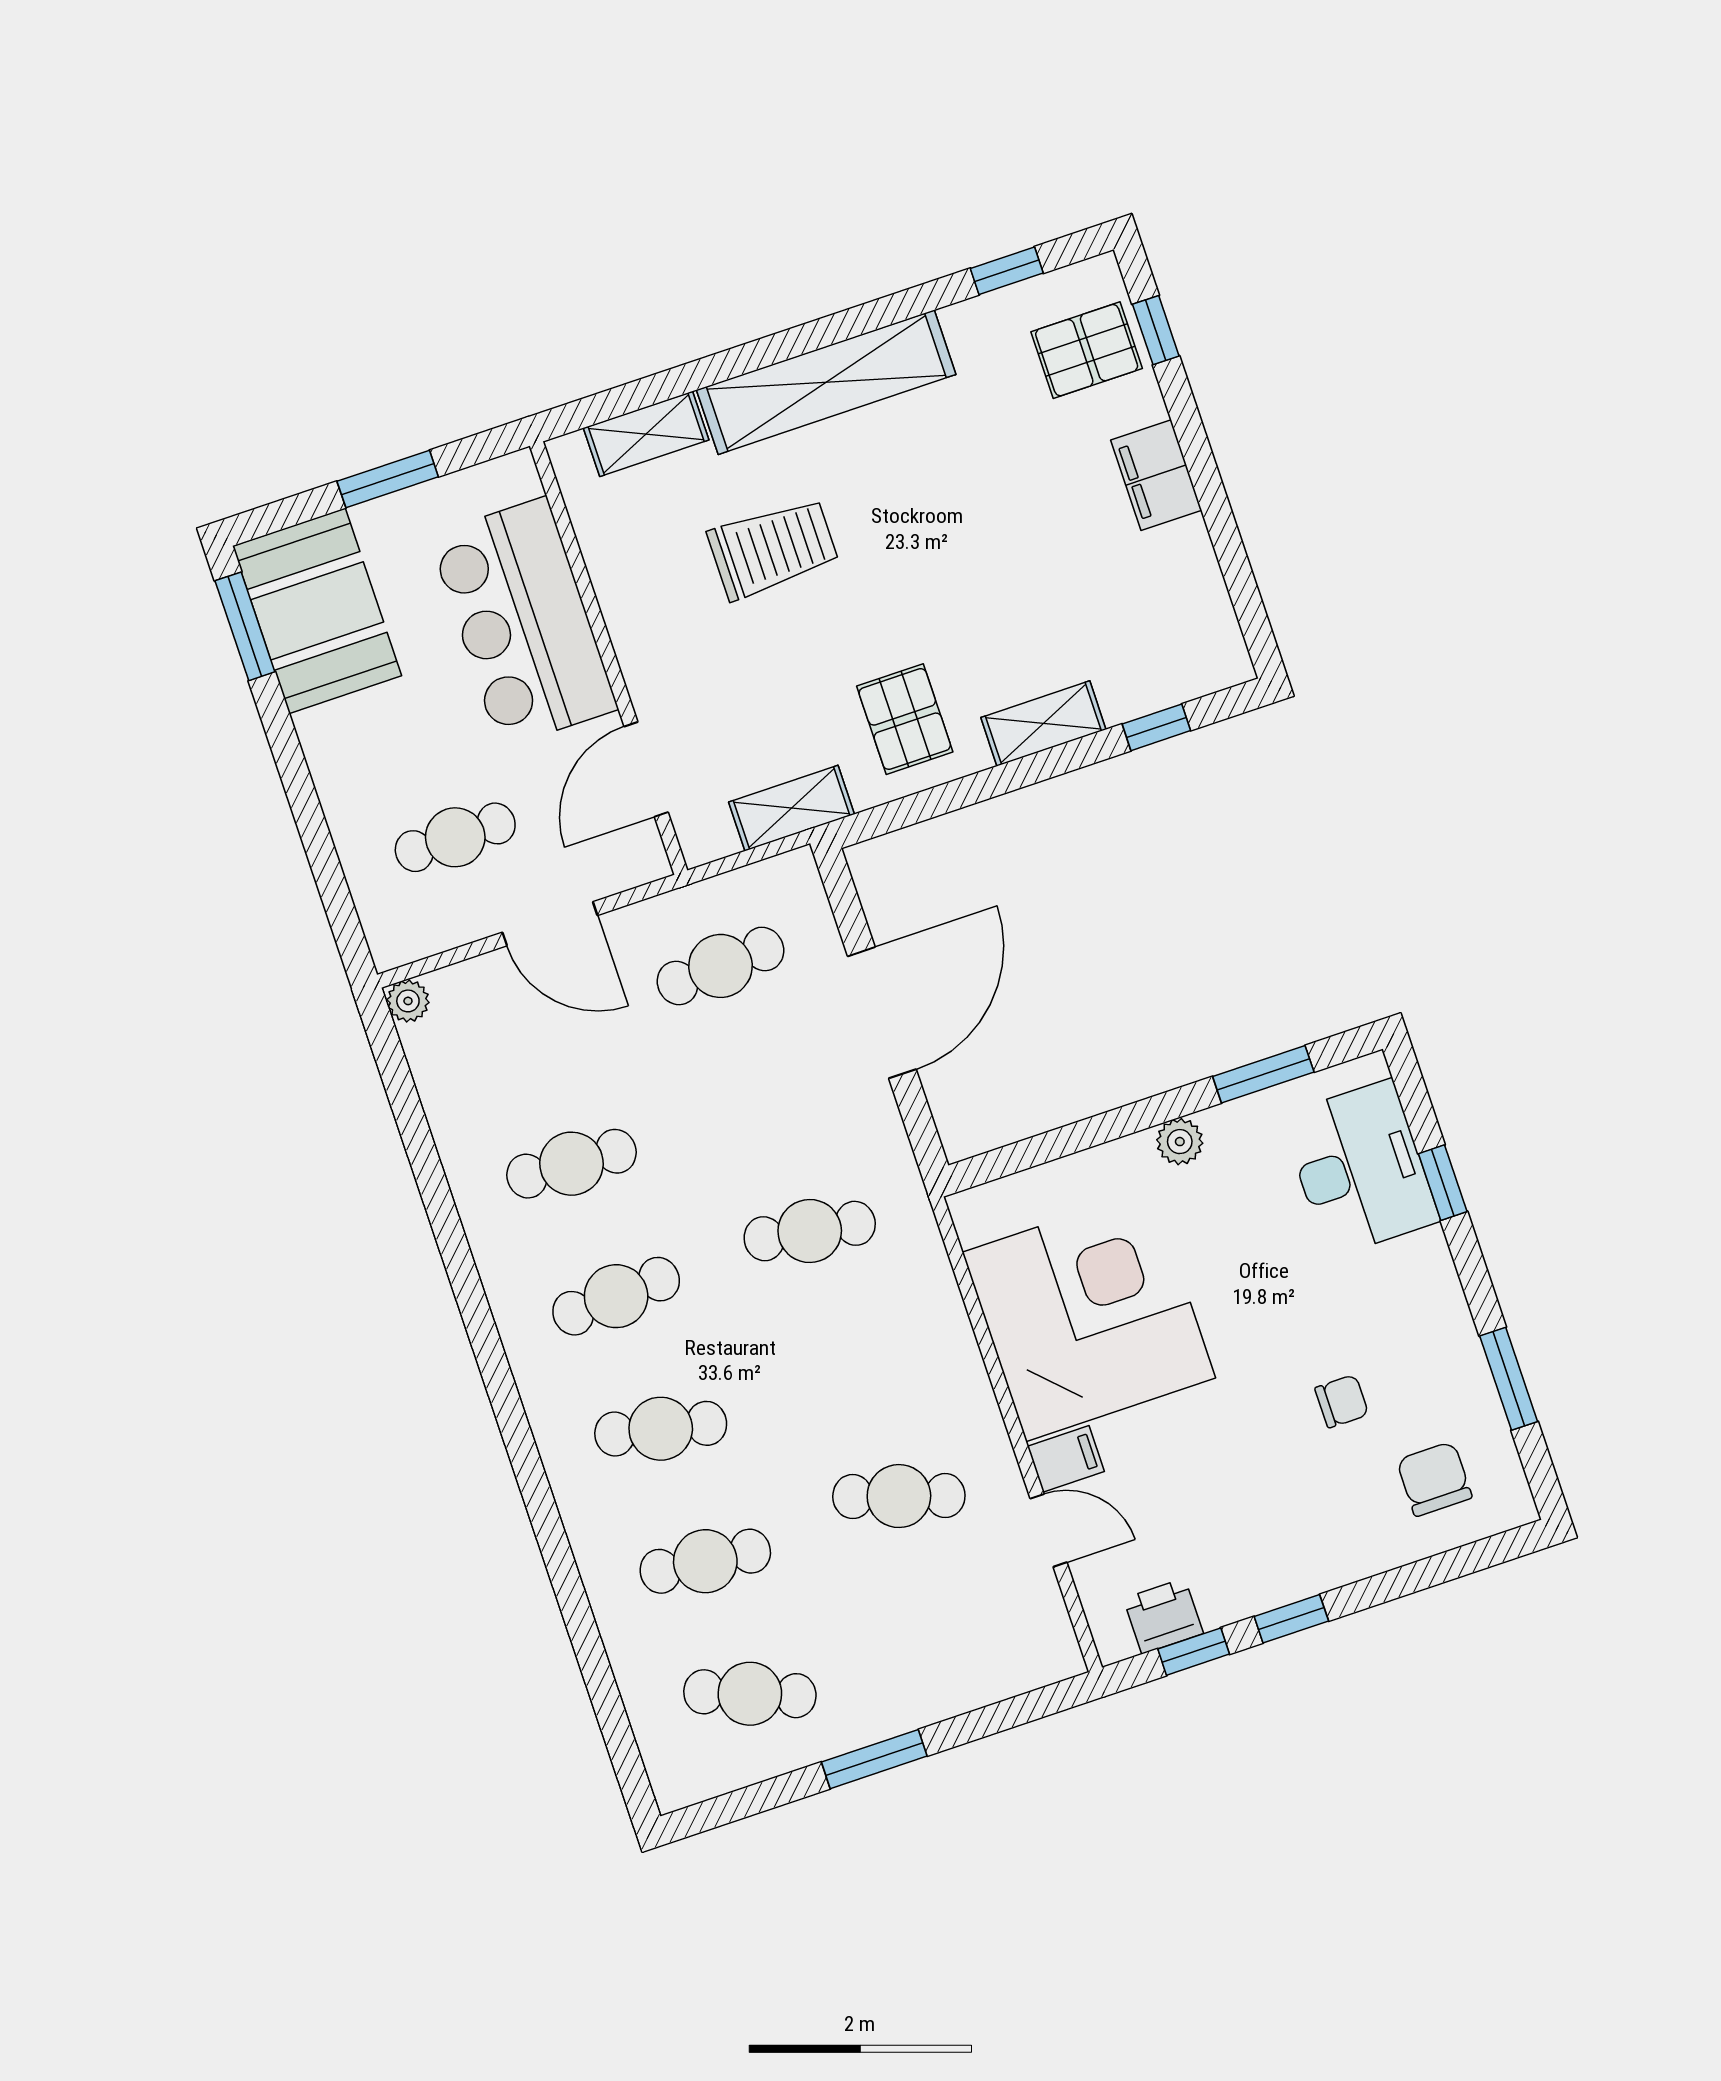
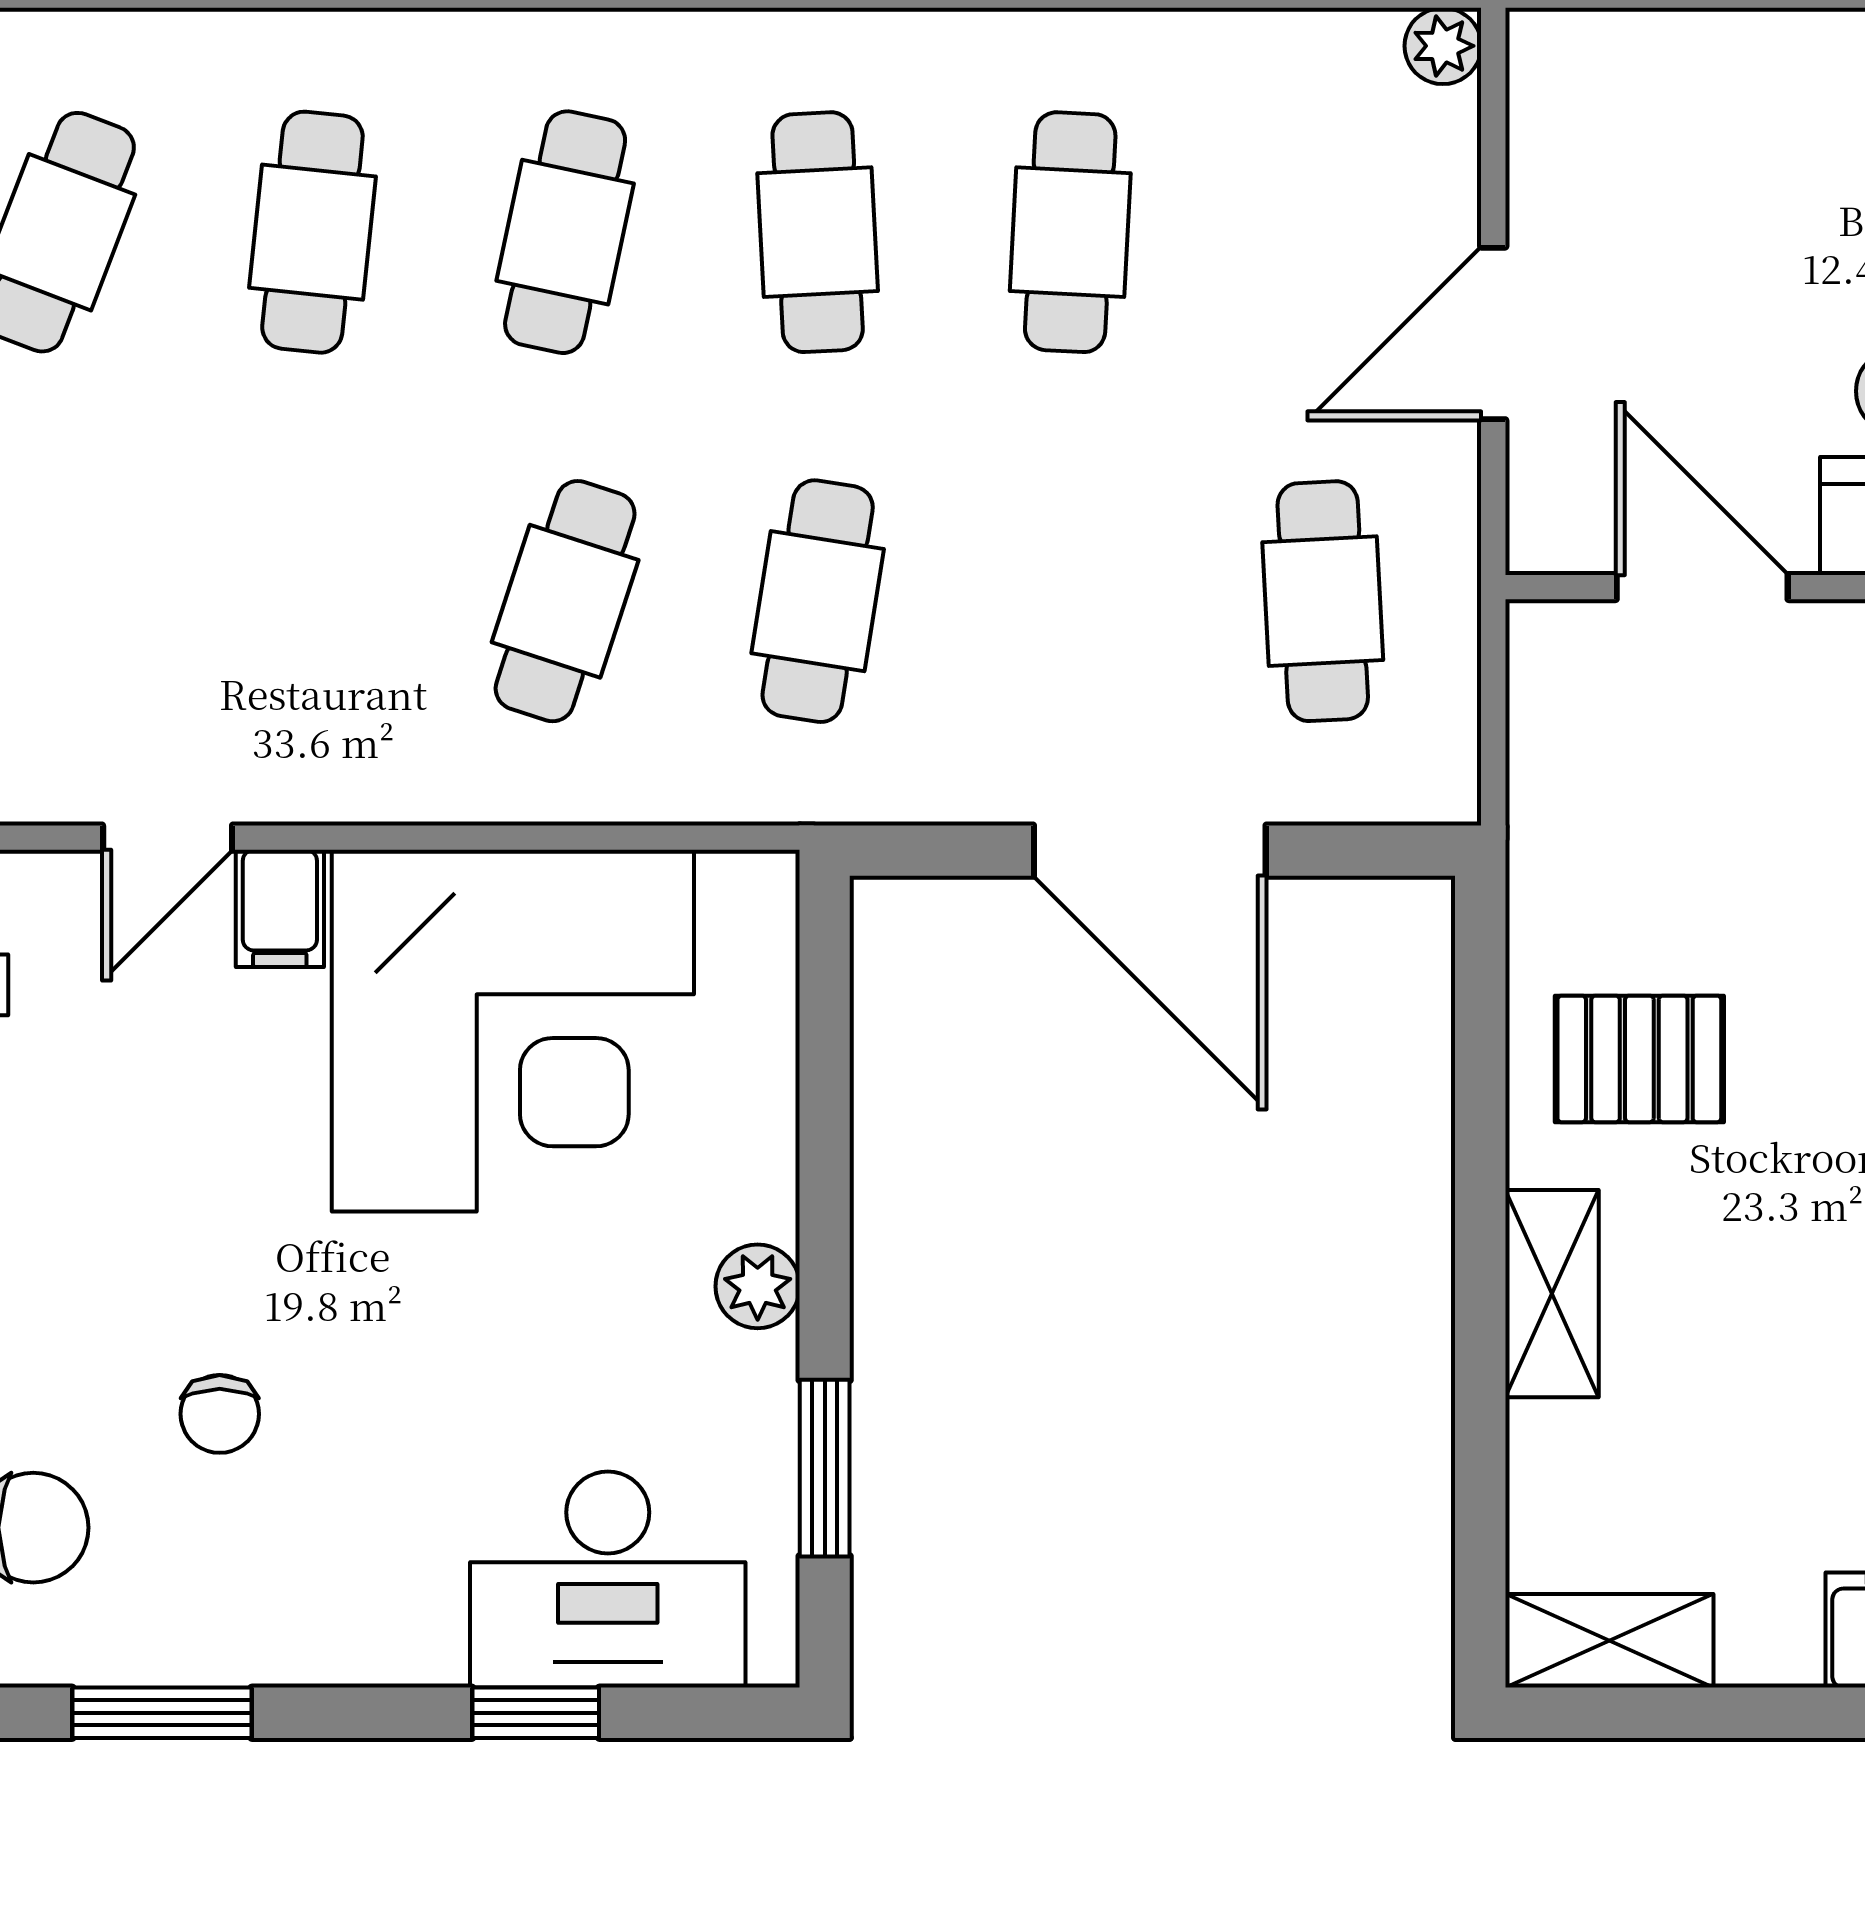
window: (1156, 727) -> (1480, 1485), removed
shelving: (792, 808) -> (1609, 1641), moved, turned 90
cafe table: (455, 837) -> (1696, 221), removed
cafe table: (899, 1496) -> (565, 601), moved

